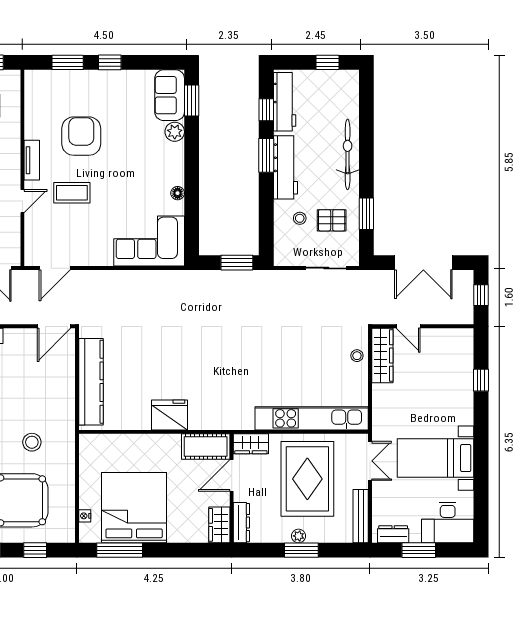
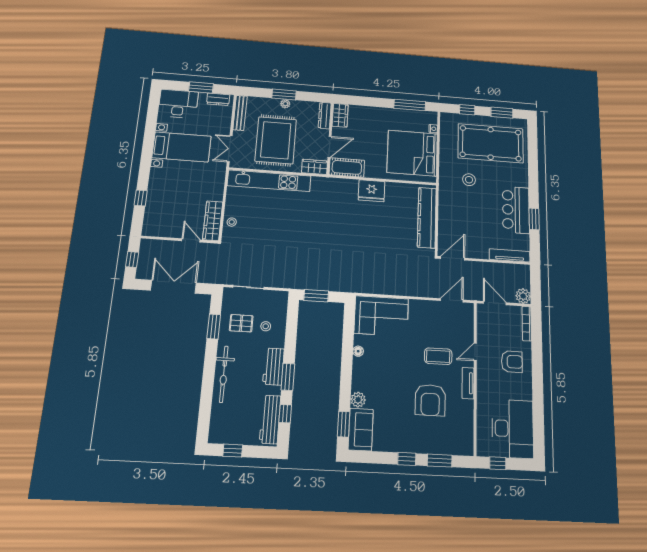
workbench: (285, 167) -> (274, 367), width x0.73
bed: (134, 508) -> (412, 153), moved, turned 90

